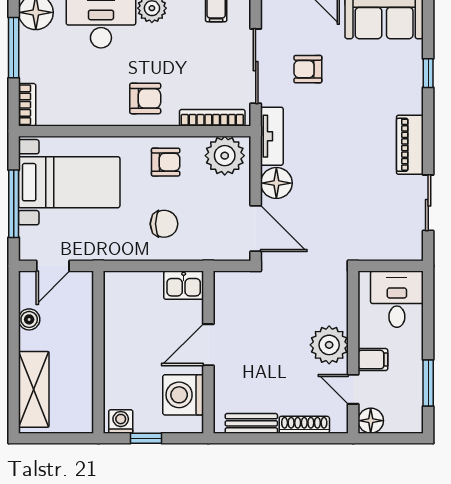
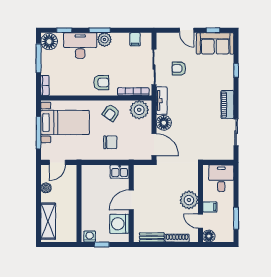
armchair: (166, 162) -> (111, 113), turned 126

